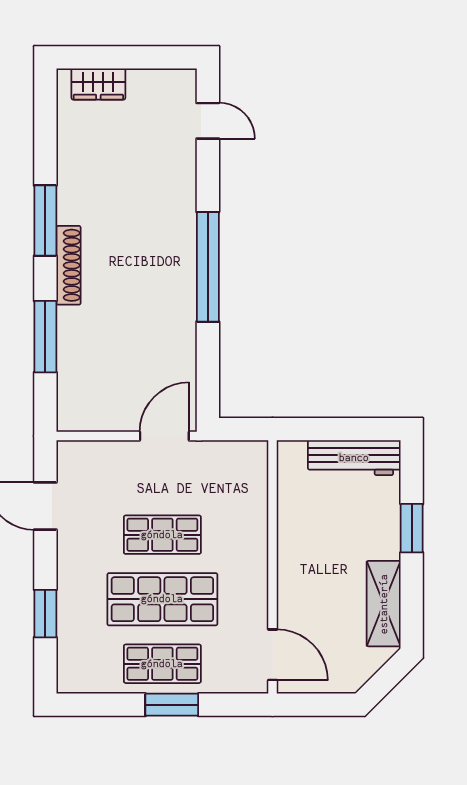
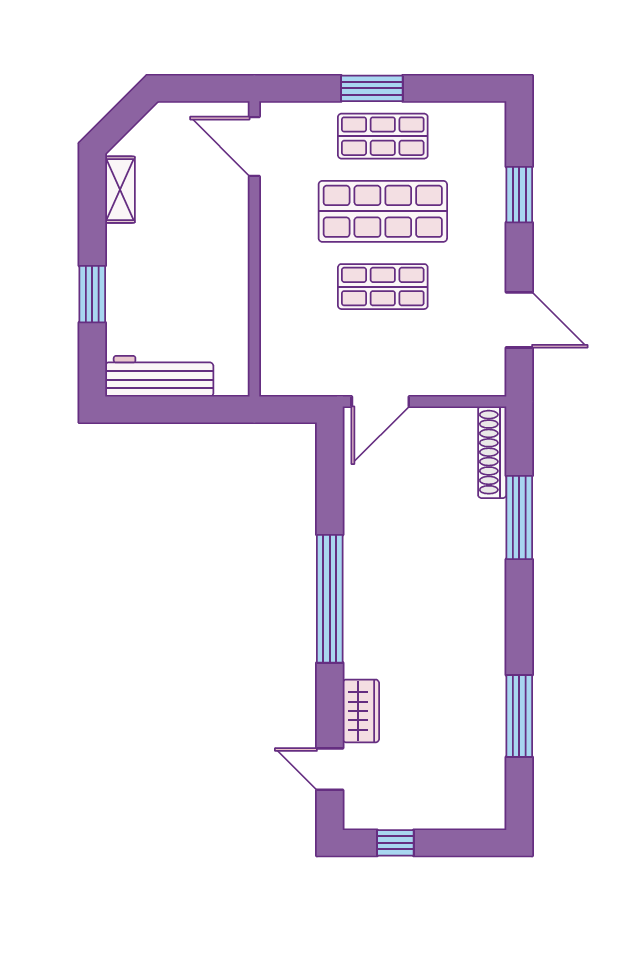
window: (152, 57) -> (395, 843), added
wardrobe: (98, 84) -> (361, 711), moved, turned 90
window: (45, 221) -> (519, 716), moved
shoe rack: (68, 265) -> (492, 452), moved
shelving: (384, 604) -> (120, 190), width x0.67, depth x0.75

